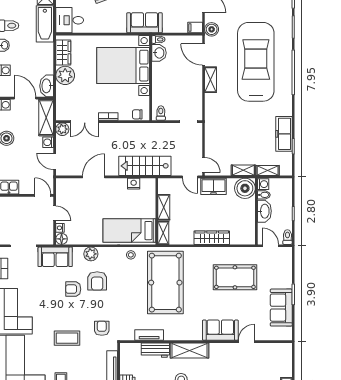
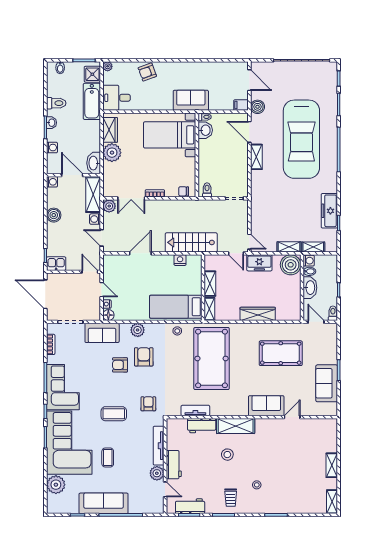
car: (256, 62) -> (301, 139), turned 180
bed with nightstands: (123, 66) -> (170, 135), width x0.73
armchair: (97, 281) -> (144, 357), turned 180

